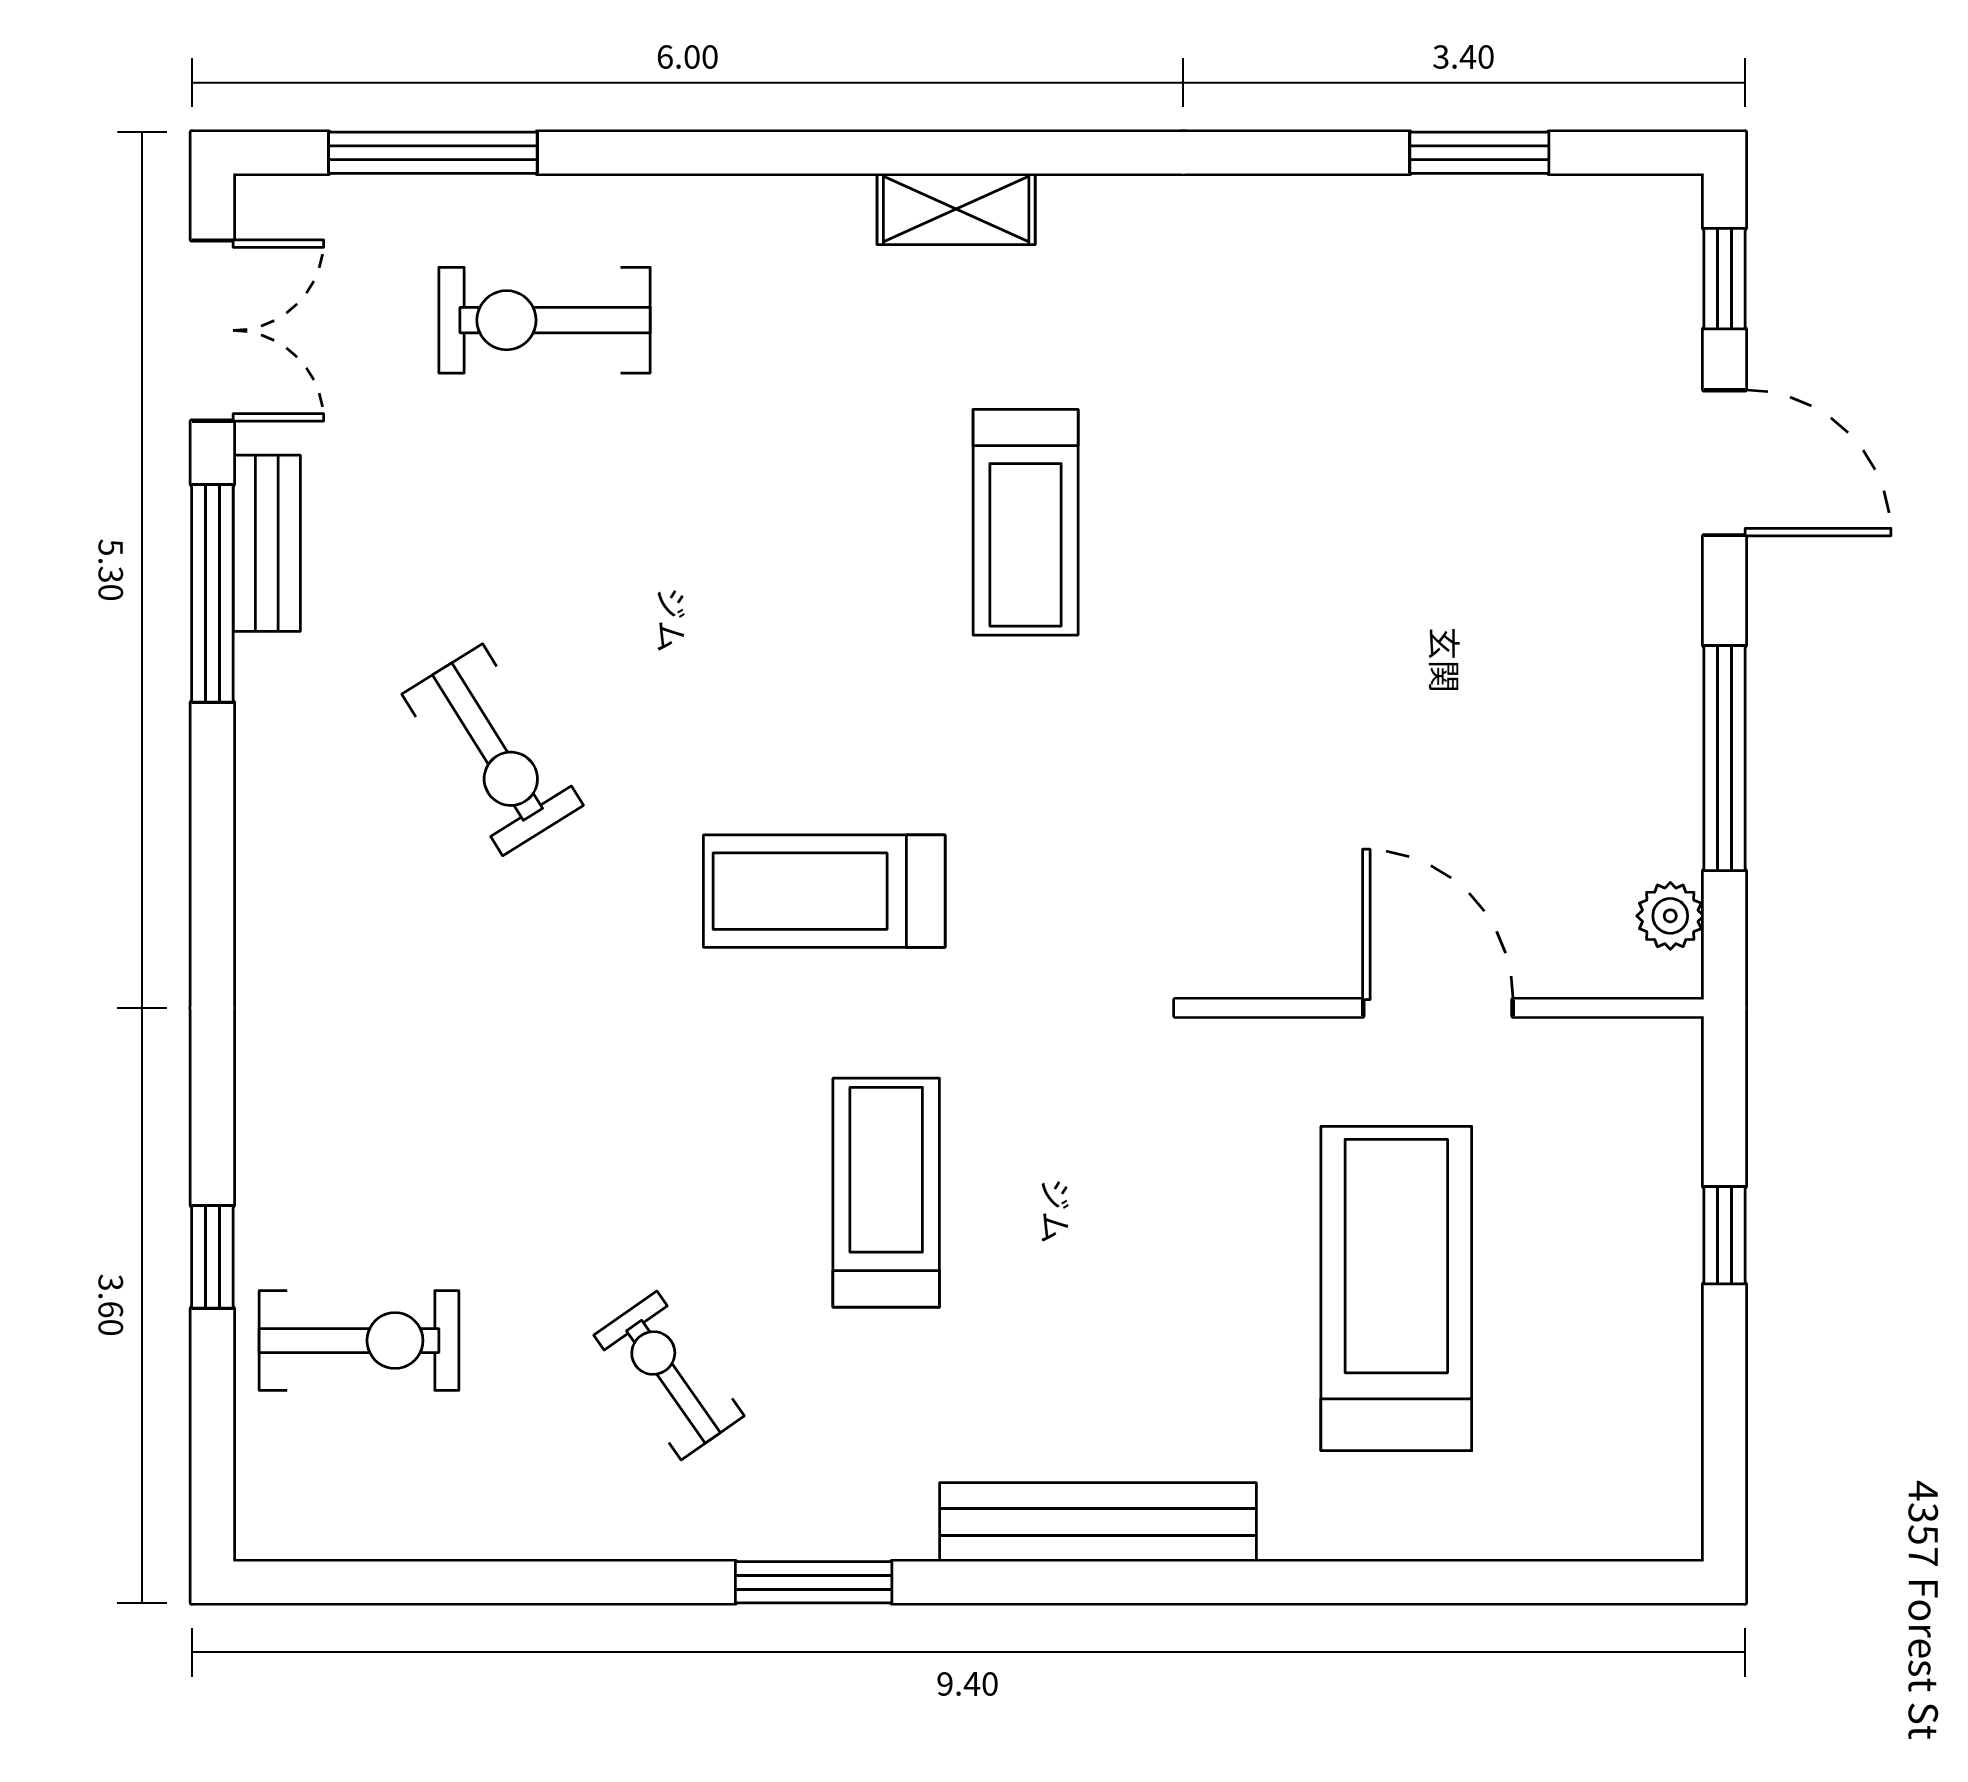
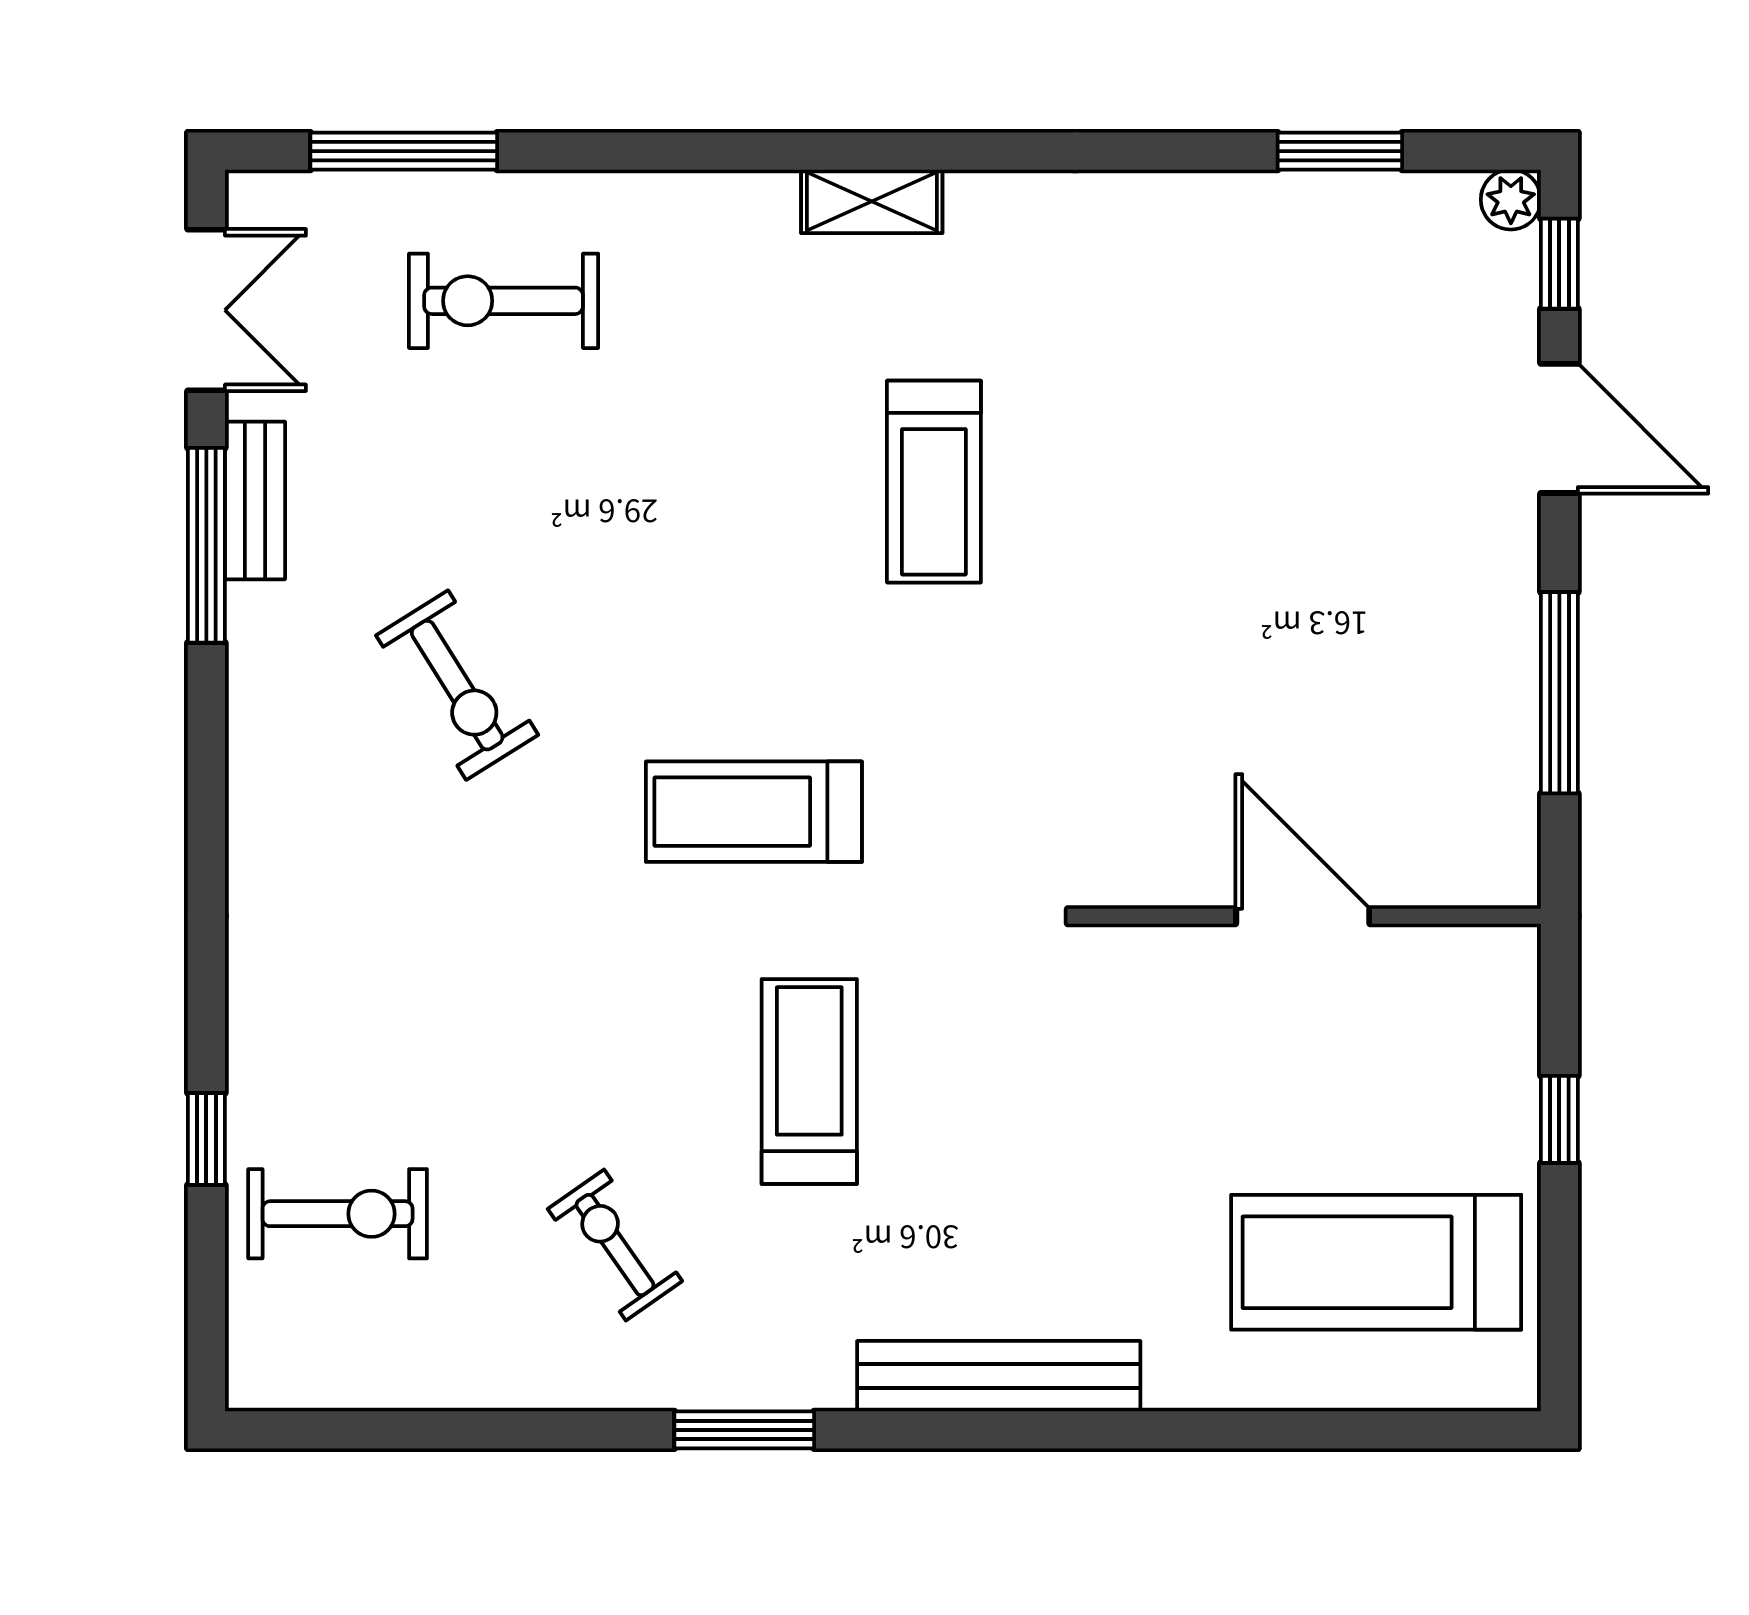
plant: (1670, 916) -> (1511, 200), moved
treadmill: (1396, 1289) -> (1376, 1262), moved, turned -90

